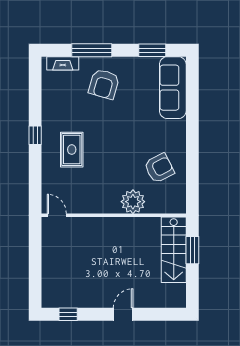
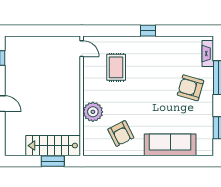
sofa: (173, 88) -> (170, 145), moved
rug: (72, 150) -> (116, 67), moved, turned 90
door: (57, 215) -> (82, 49), hinge flipped

